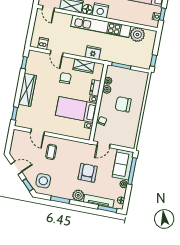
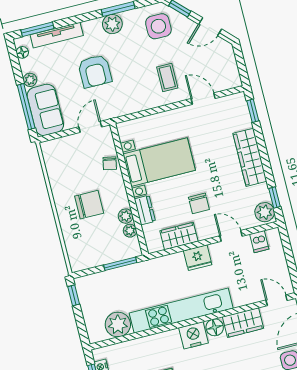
fridge: (93, 53) -> (198, 258), moved
plant: (33, 58) -> (265, 212), added
plant: (78, 195) -> (112, 24), moved

